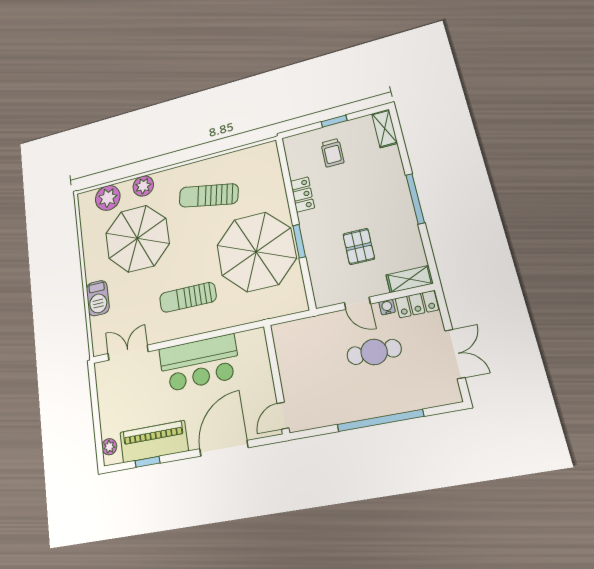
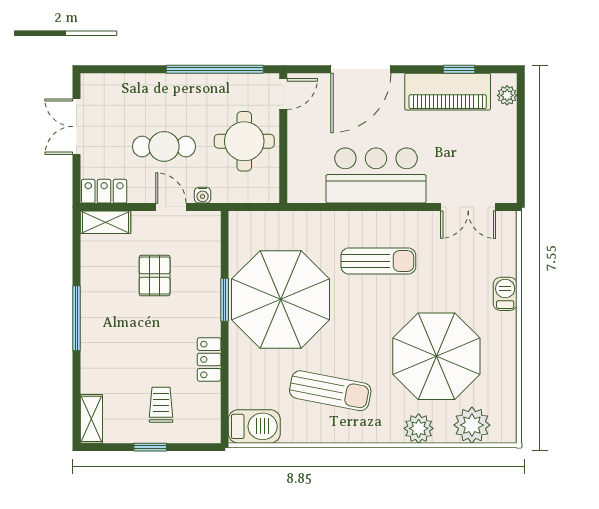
barbecue: (259, 156) -> (254, 426), added
barbecue: (98, 298) -> (505, 294), width x0.73, depth x0.79
water cooler: (387, 307) -> (203, 195), moved
round table: (308, 370) -> (244, 141), added
window: (380, 420) -> (215, 69), moved

